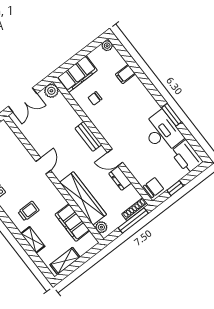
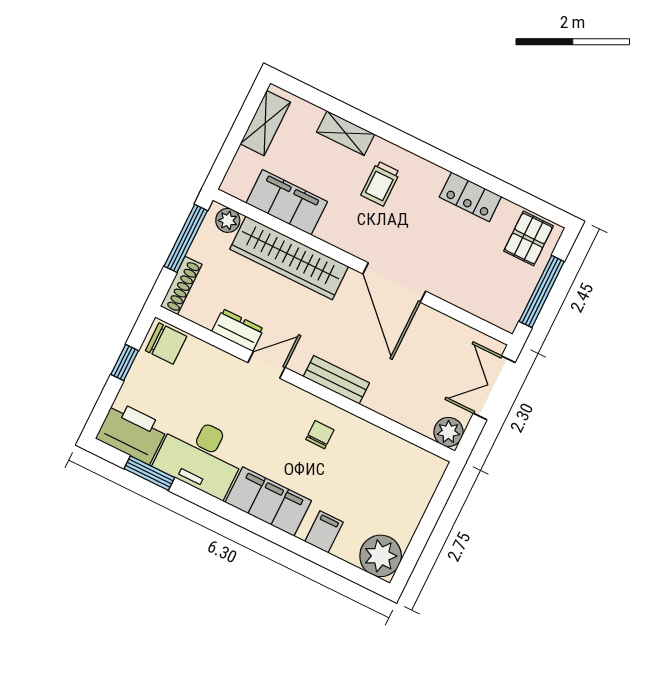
plant: (107, 46) -> (381, 556), width x1.87, depth x1.87
filing cabinet: (77, 74) -> (268, 502), moved, turned 90
chair: (95, 98) -> (320, 435), moved
window: (172, 115) -> (149, 473), moved
door: (43, 166) -> (394, 283), width x1.88
chair: (153, 188) -> (166, 343), turned -90
window: (133, 220) -> (186, 238), moved

